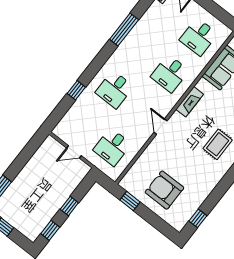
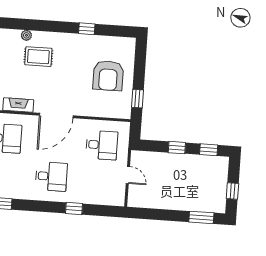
door: (161, 127) -> (56, 116), width x1.87
window: (198, 218) -> (87, 29), moved

